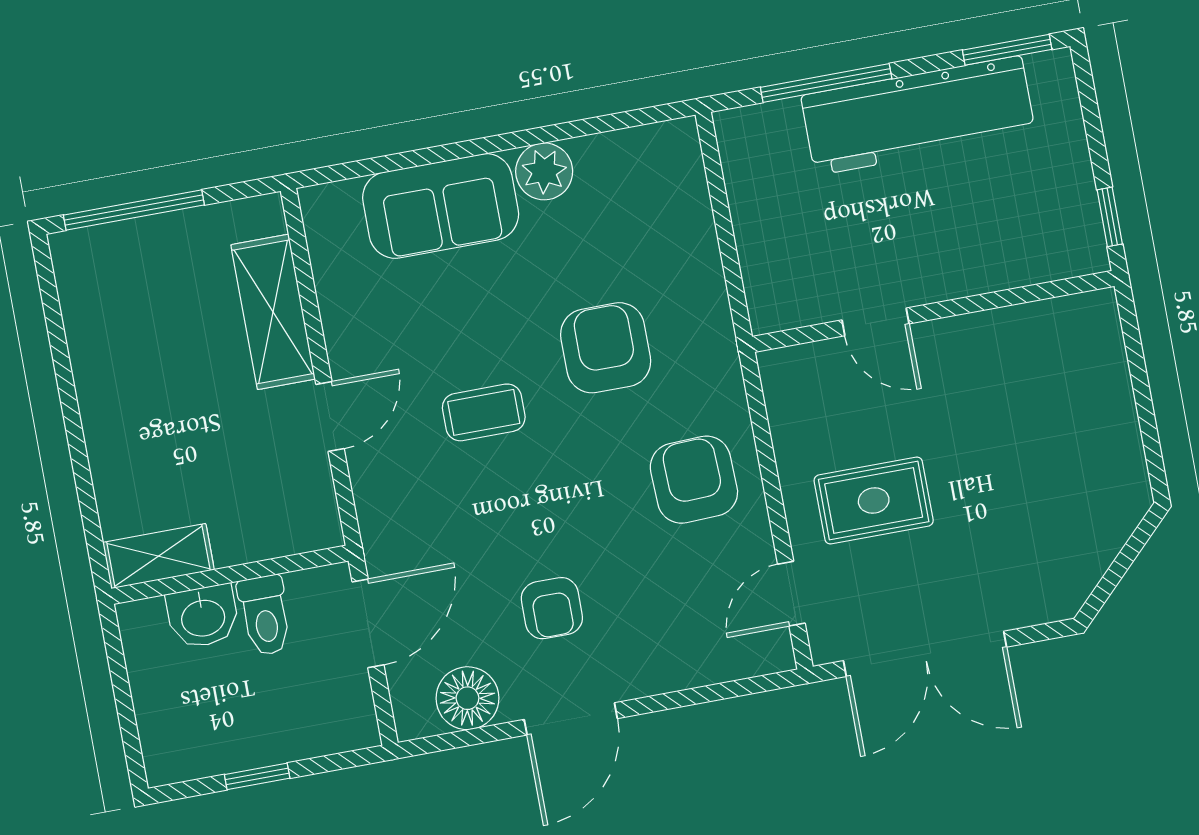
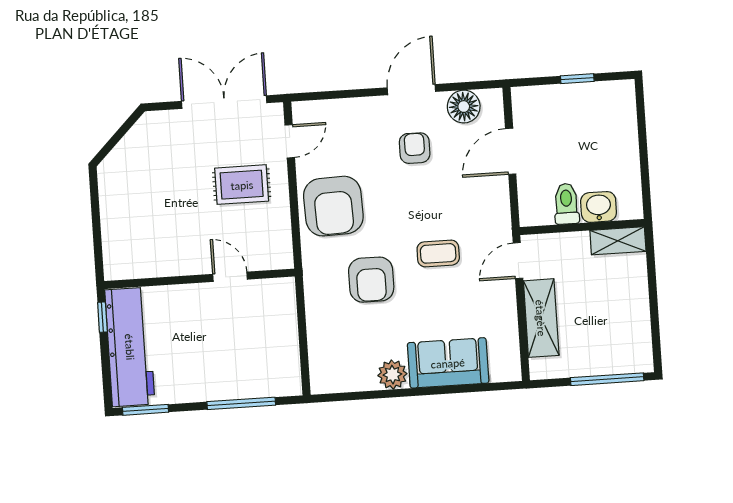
workbench: (918, 116) -> (130, 347), moved, turned 90
armchair: (694, 480) -> (333, 206), width x1.36, depth x1.36
shelving: (158, 556) -> (618, 241), moved
wall: (230, 575) -> (582, 227), moved
toilet: (265, 615) -> (566, 204), moved
washbasin: (203, 617) -> (599, 207), moved

